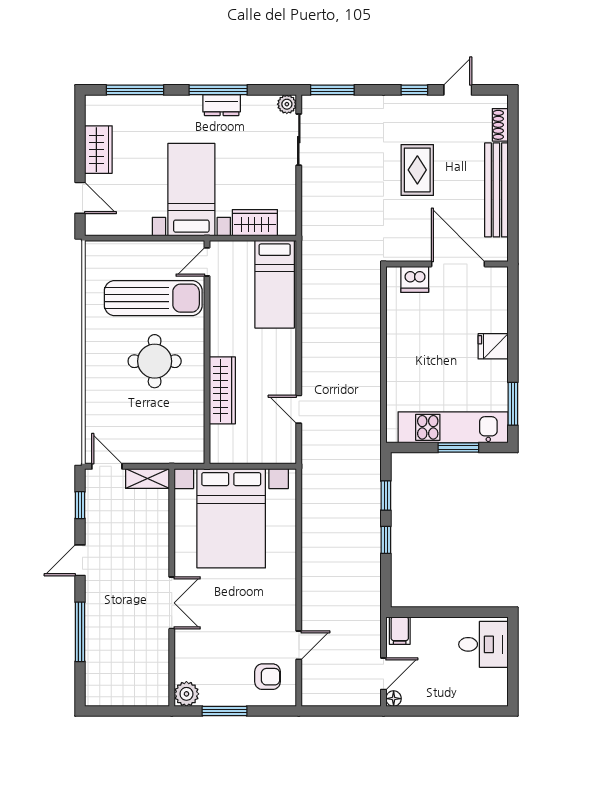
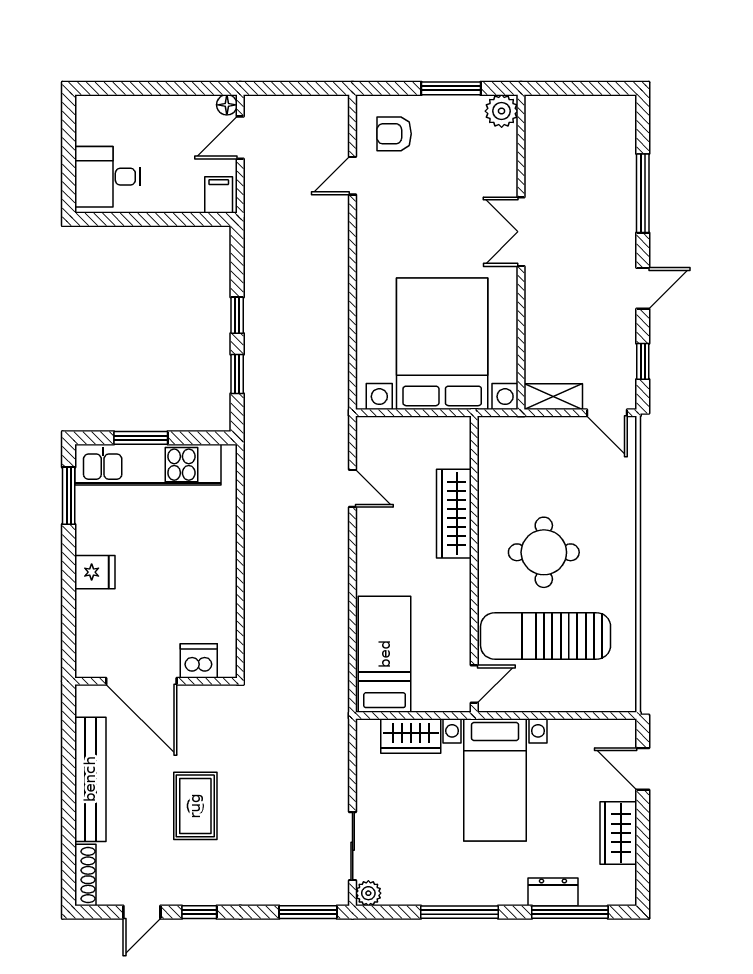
dresser: (222, 105) -> (553, 892), moved
shoe rack: (500, 125) -> (85, 875), width x1.43

